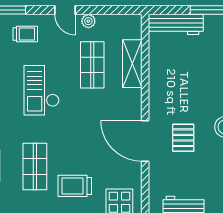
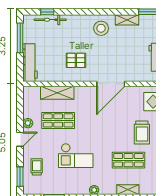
pallet: (183, 138) -> (76, 60), moved

